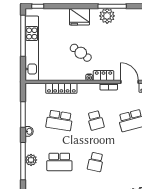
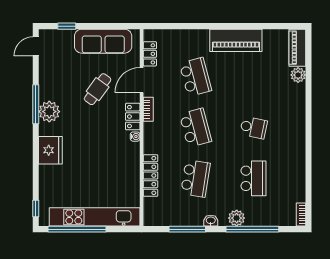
cafe table: (81, 53) -> (98, 89), moved
school desk: (96, 120) -> (195, 128), width x1.85
plant: (31, 160) -> (237, 218), moved

